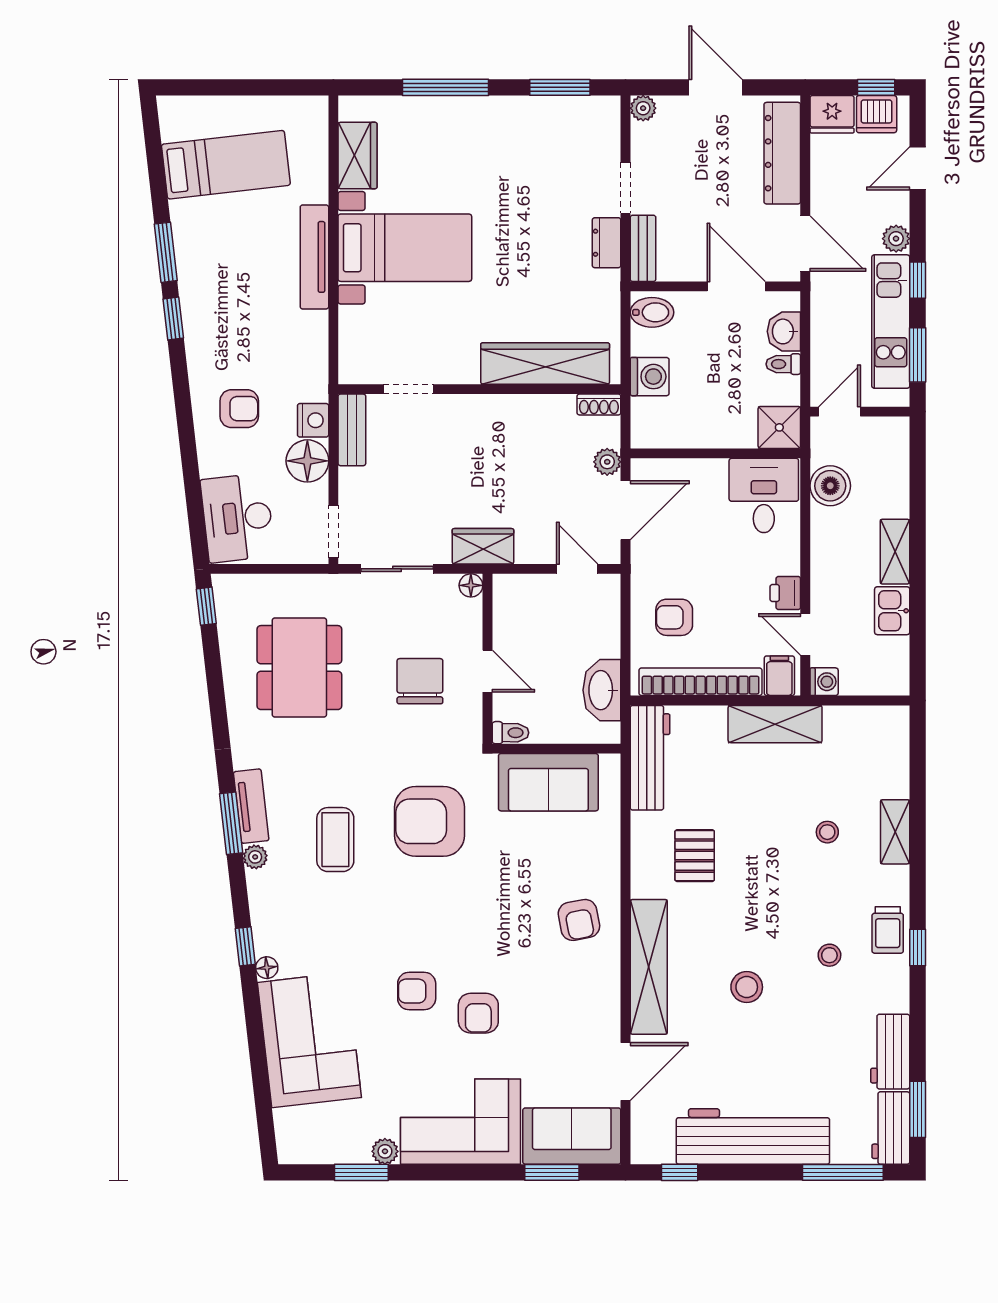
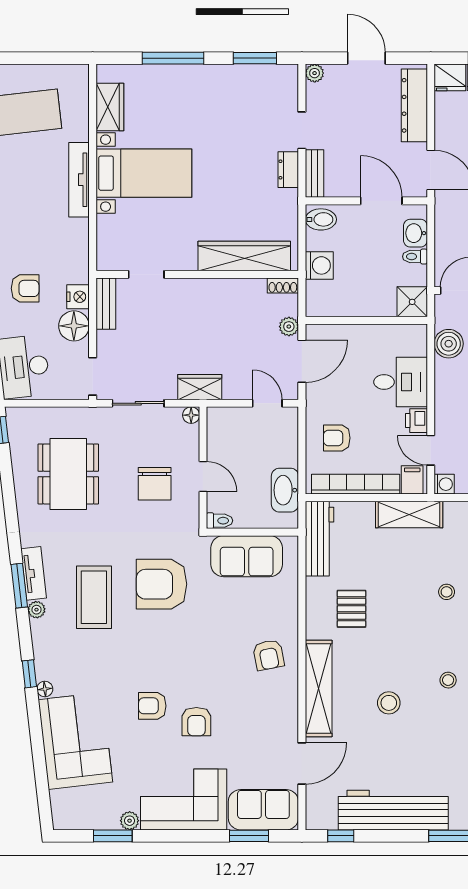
desk: (764, 495) -> (401, 382), moved, turned 90
chair: (420, 681) -> (155, 484), turned 180
coffee table: (335, 840) -> (94, 597), width x1.36, depth x1.32

